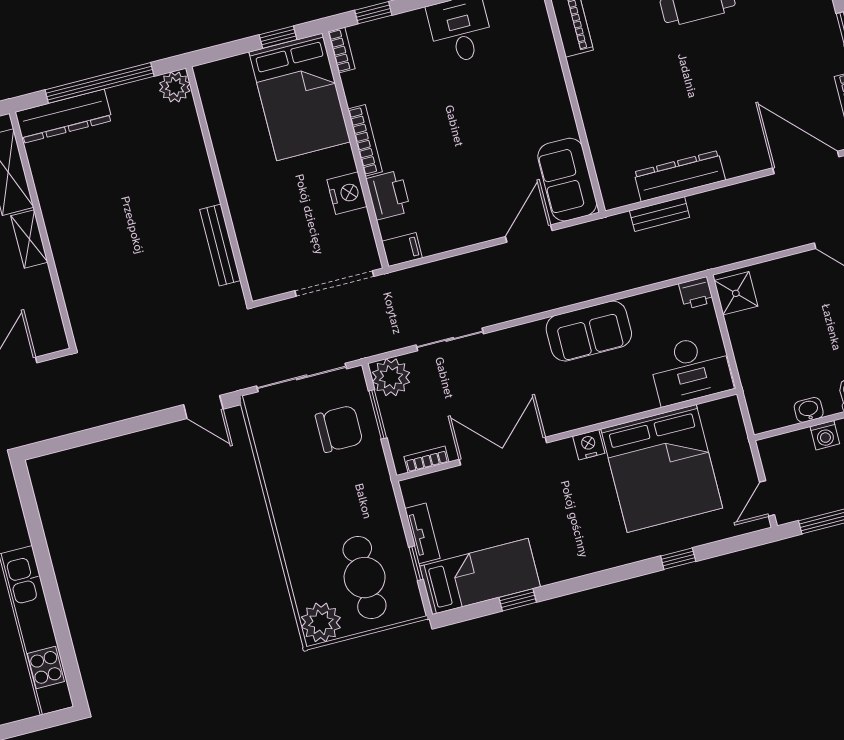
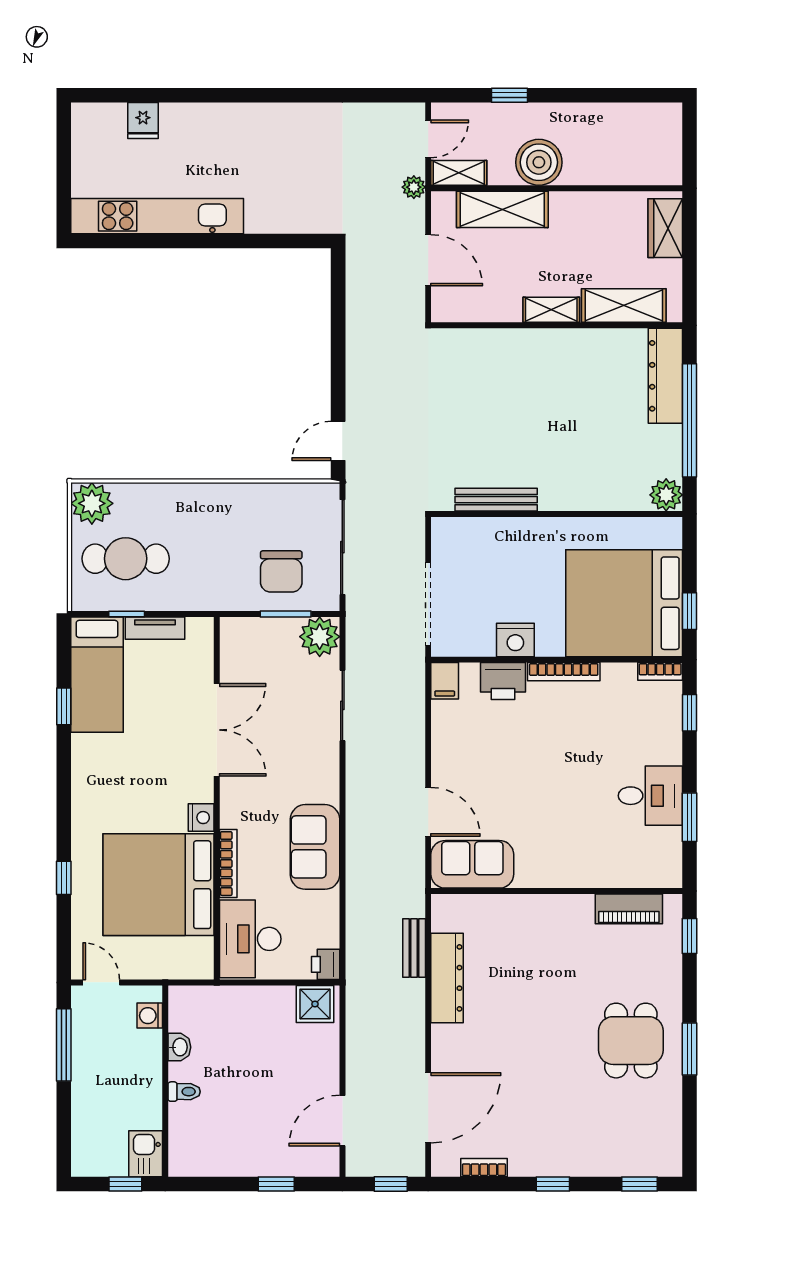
bed: (300, 97) -> (624, 603), width x1.36
washing machine: (825, 435) -> (150, 1016), moved
bookcase: (426, 459) -> (228, 864), moved, width x1.56

